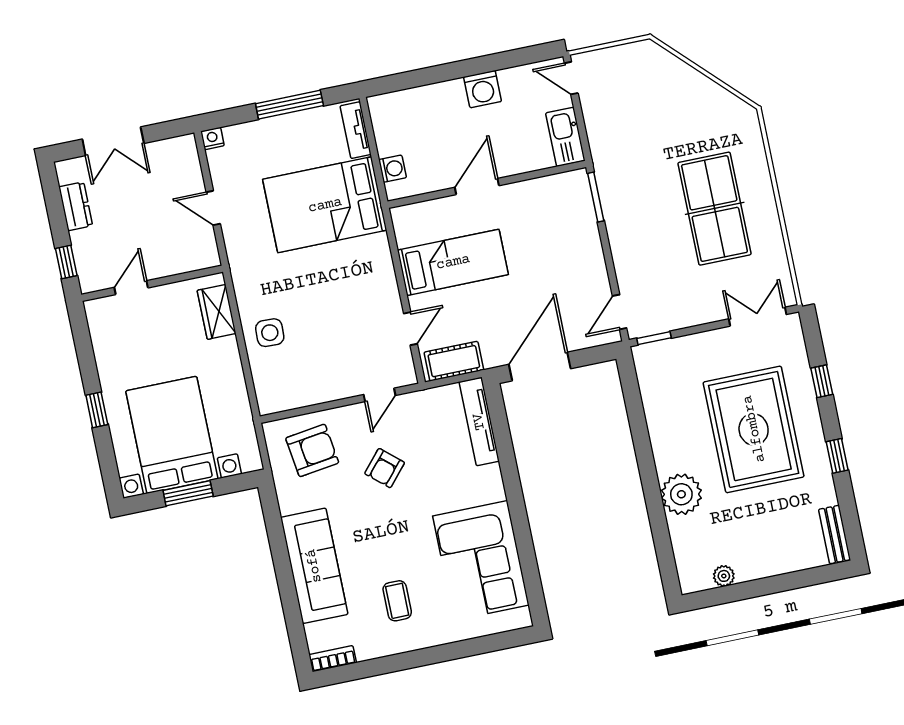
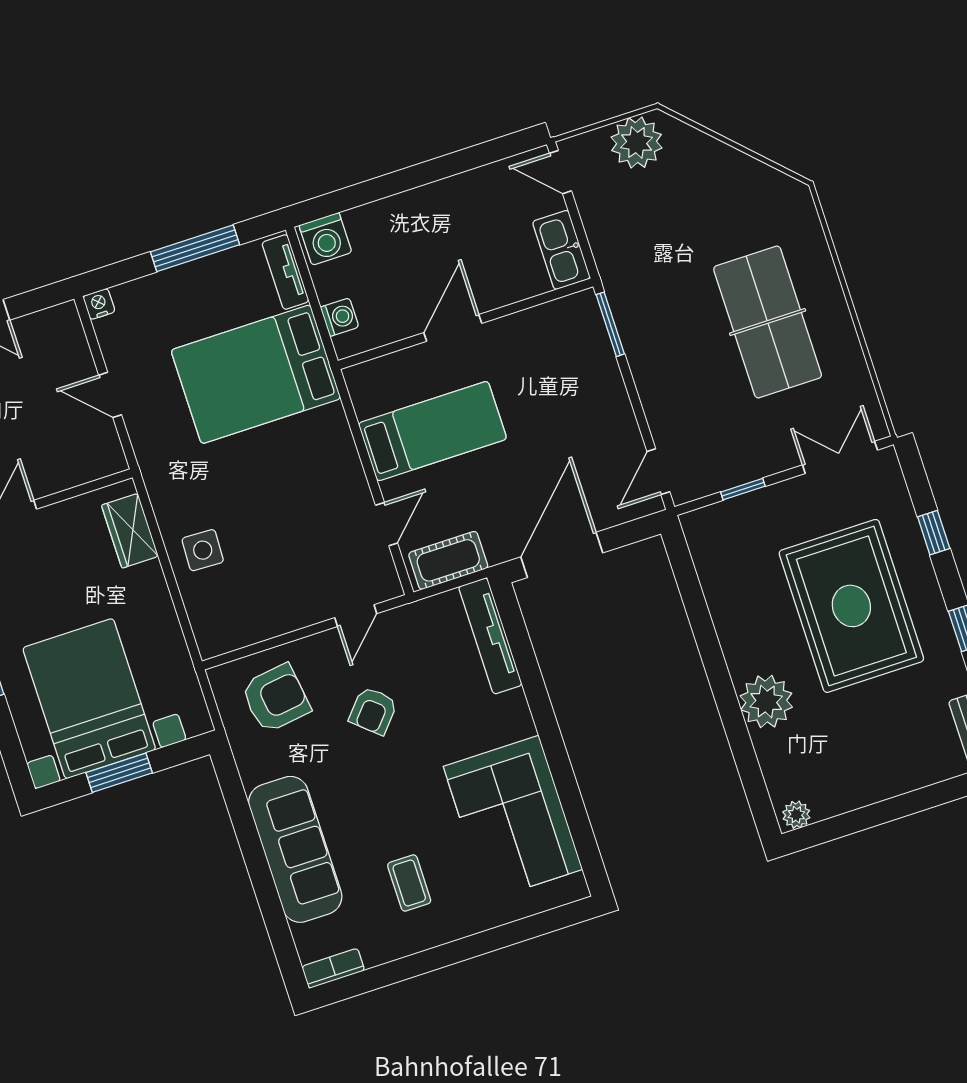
plant: (631, 62) -> (637, 143), added
washing machine: (483, 89) -> (325, 239), moved
window: (654, 338) -> (743, 489), moved
plant: (724, 576) -> (796, 815), moved

